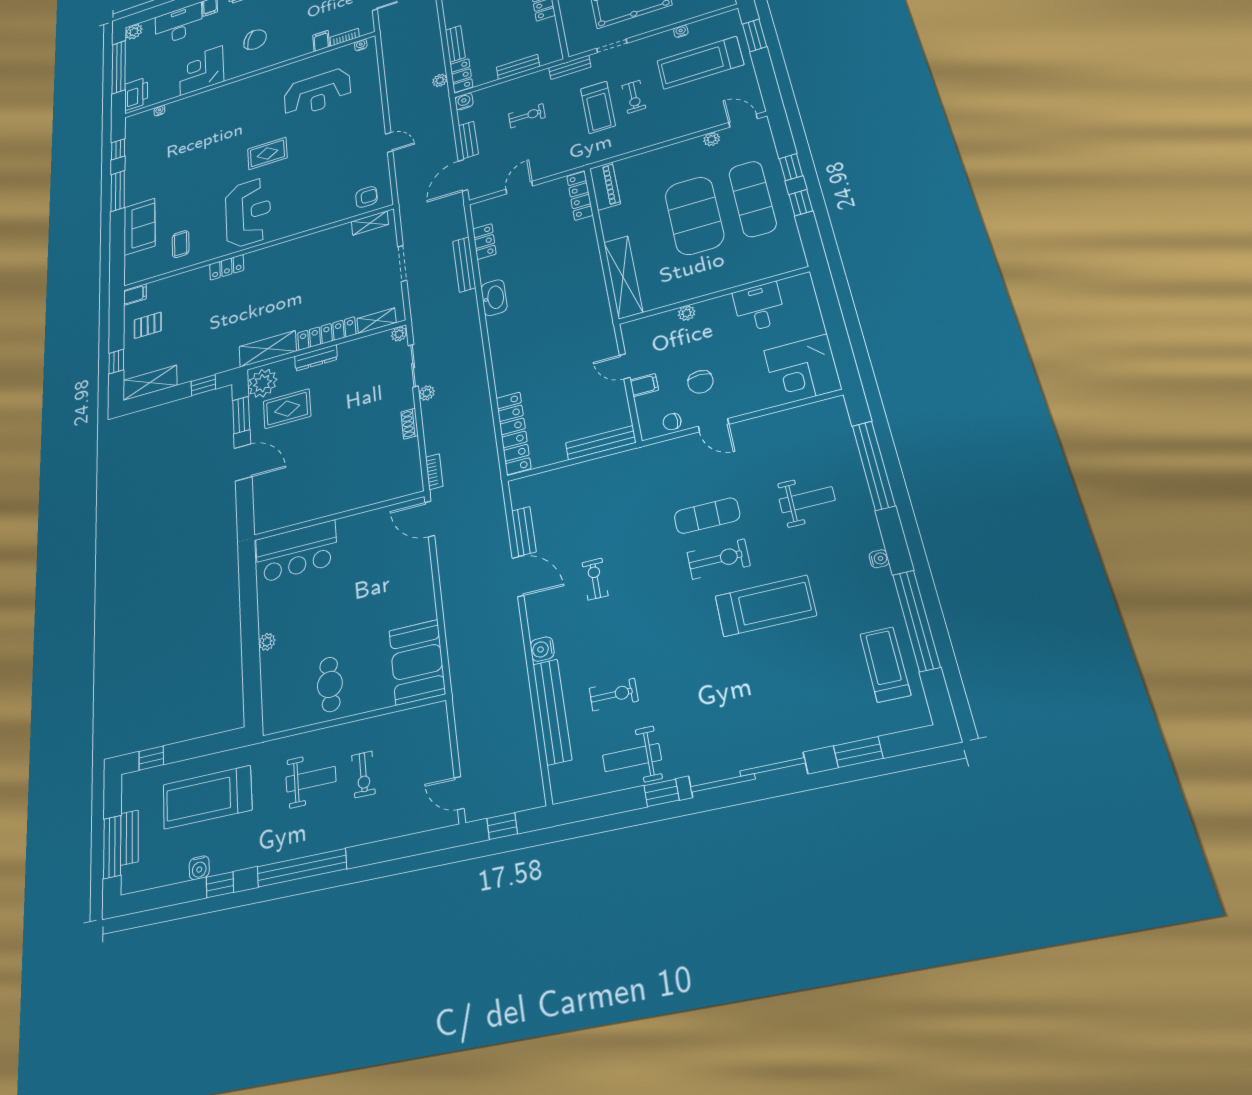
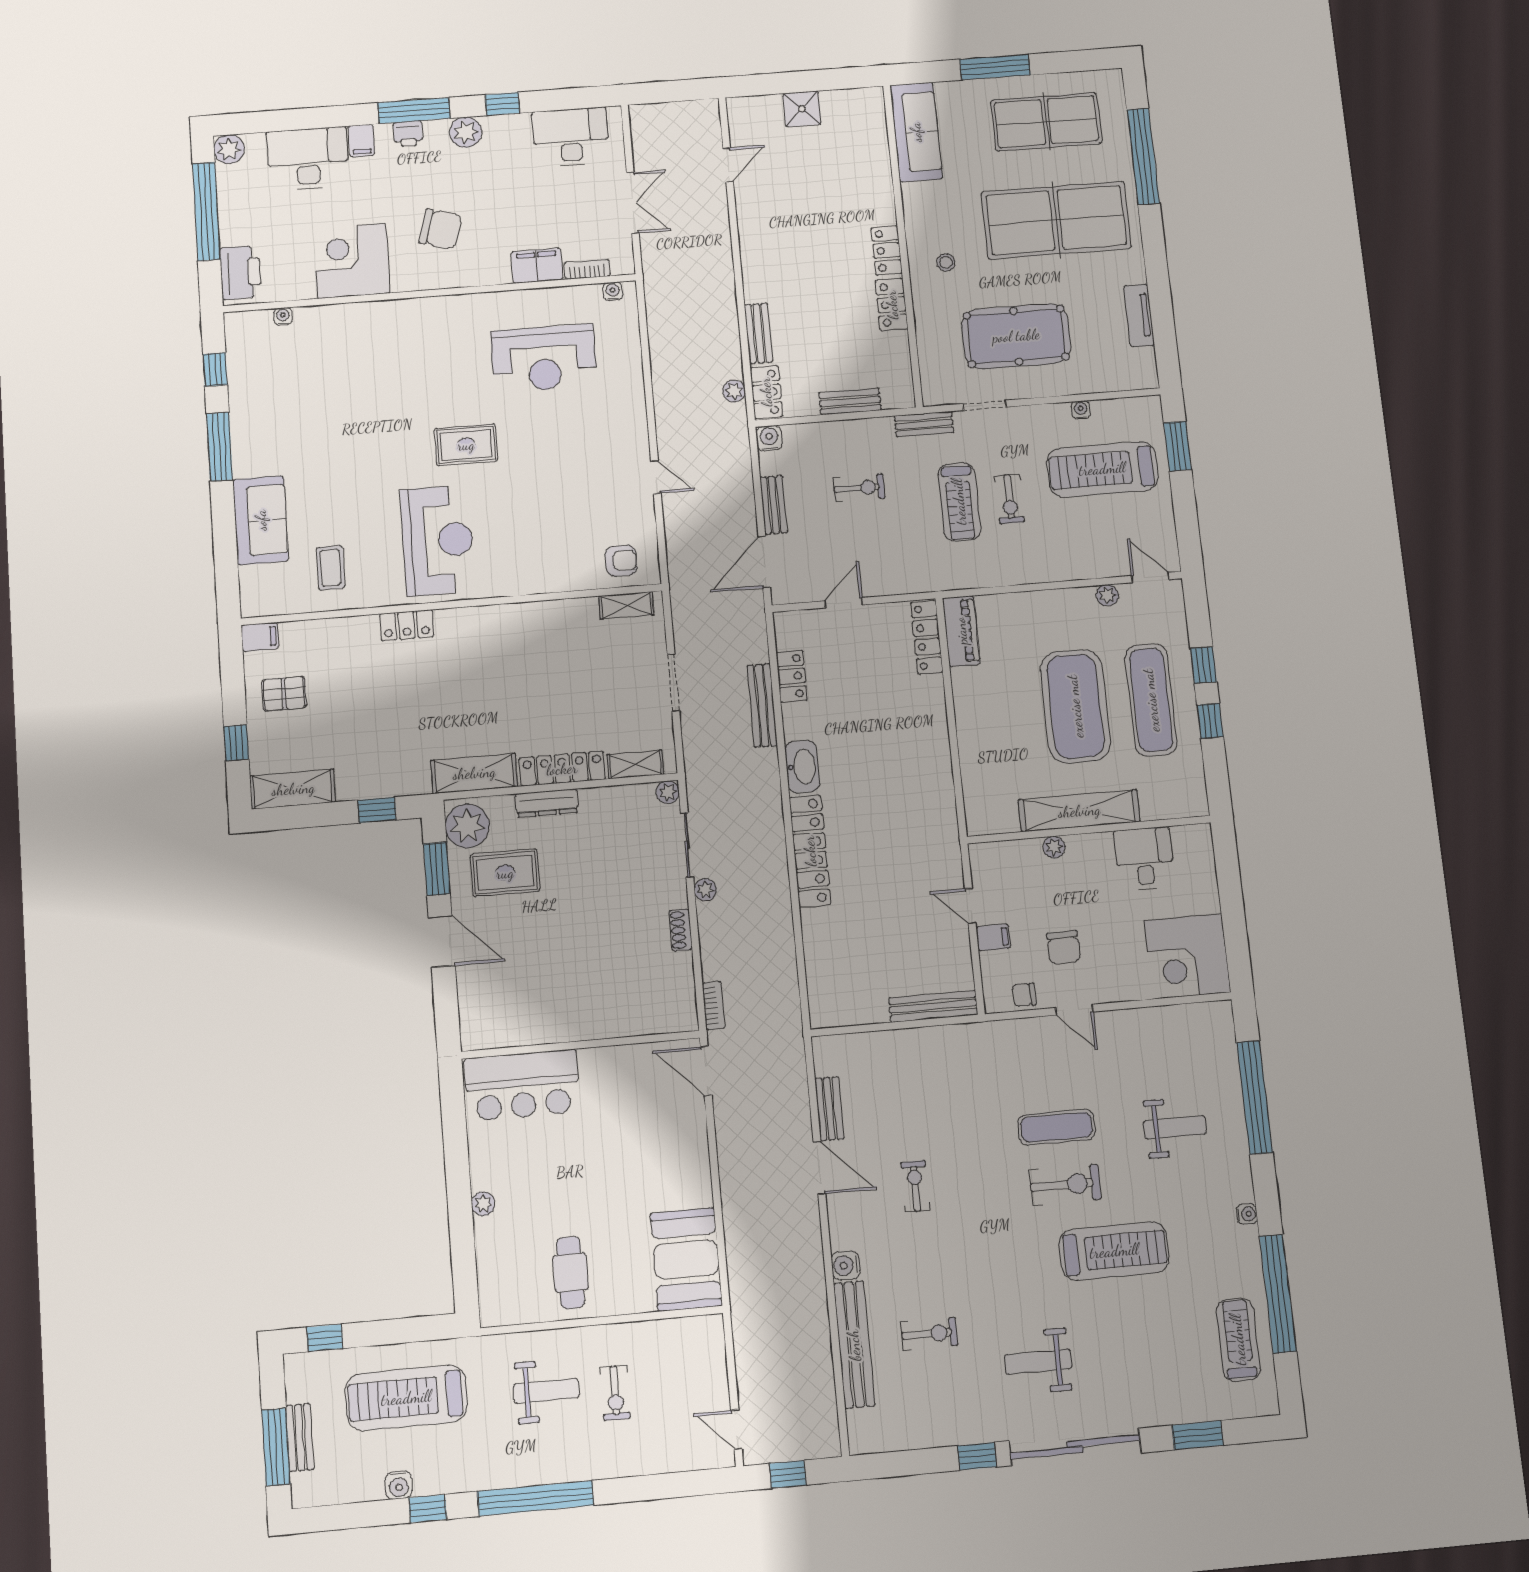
filing cabinet: (321, 41) -> (537, 266), width x2.00
shelving: (623, 277) -> (1079, 811), moved, turned 90
locker: (513, 433) -> (810, 851), moved
weight bench: (632, 758) -> (1038, 1362), moved

